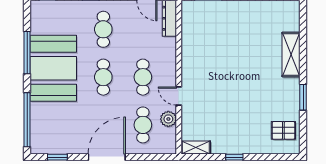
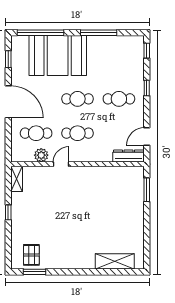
shelving: (291, 54) -> (115, 261), moved
booth: (53, 68) -> (58, 56), moved
window: (303, 97) -> (35, 272), moved

